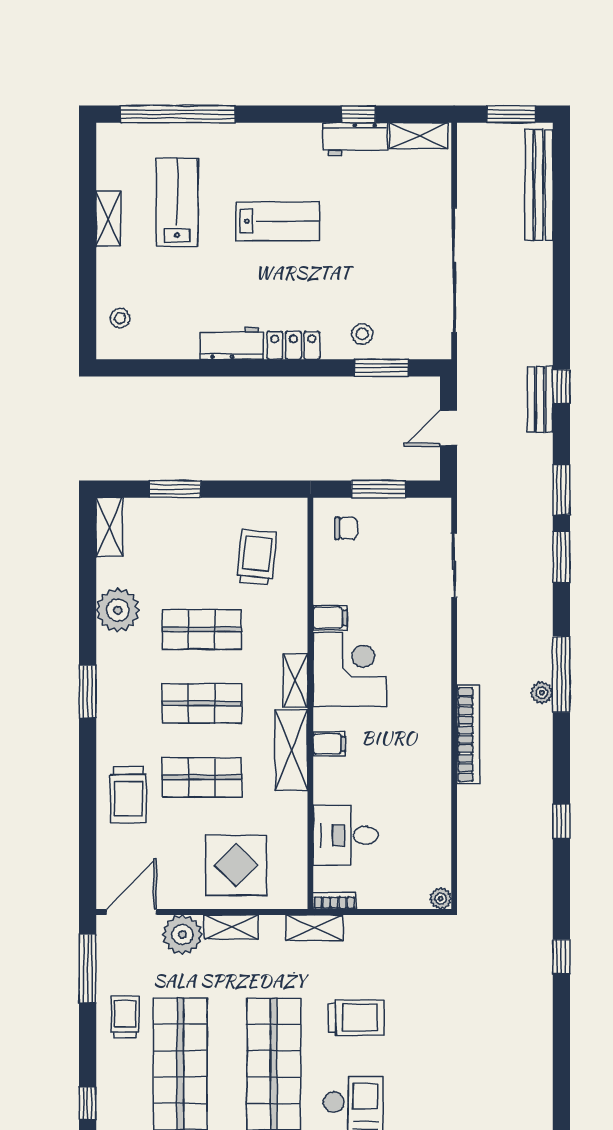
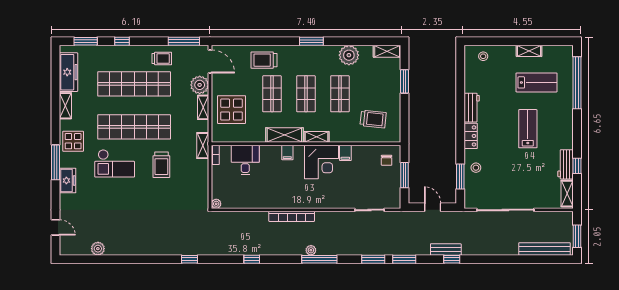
lab bench: (278, 221) -> (528, 129), turned 180

